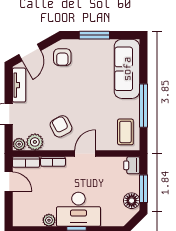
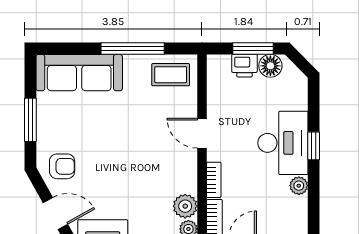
armchair: (61, 126) -> (163, 168), removed
printer: (132, 165) -> (244, 66), moved

